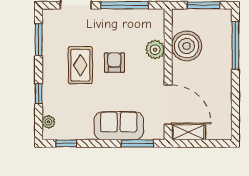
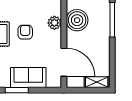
shelving: (189, 132) -> (97, 82), moved
window: (137, 143) -> (17, 90), moved

